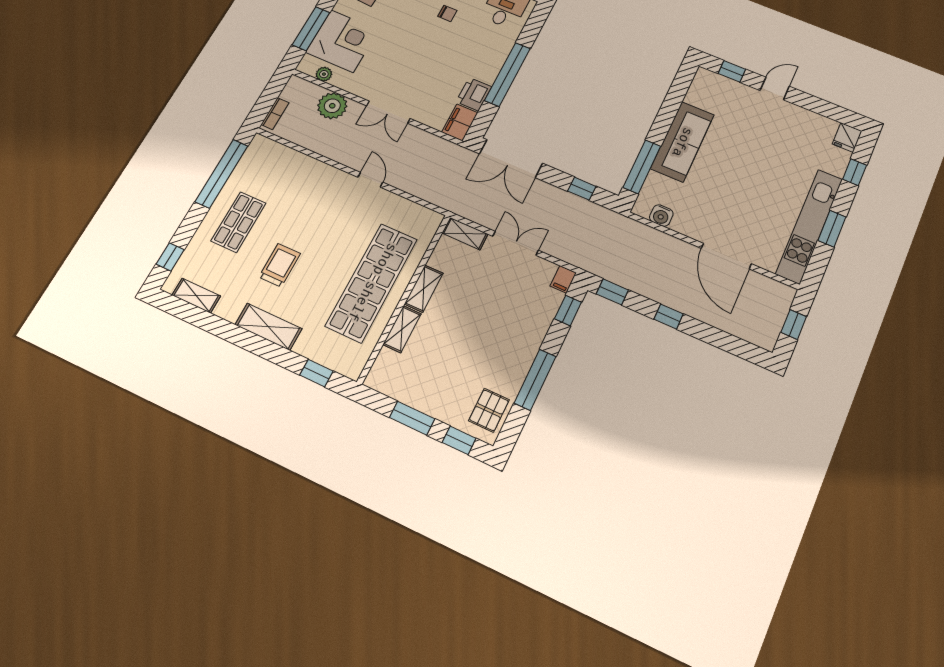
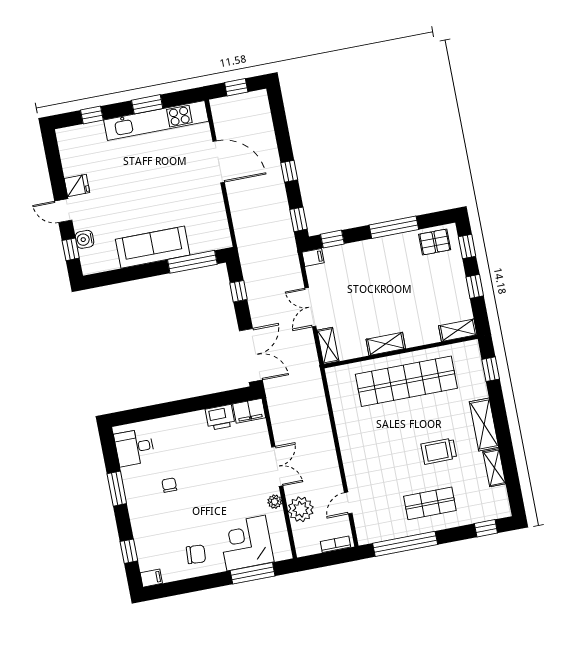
plant: (324, 74) -> (275, 502), moved
window: (507, 74) -> (188, 405), removed
fridge: (847, 137) -> (77, 186), moved
door: (370, 180) -> (348, 503), moved
water cooler: (661, 216) -> (85, 239), moved, turned 180
door: (726, 256) -> (219, 162), hinge flipped
shelving: (196, 296) -> (494, 468), moved
shelving: (402, 329) -> (458, 330), moved
window: (412, 418) -> (475, 286), width x0.67

